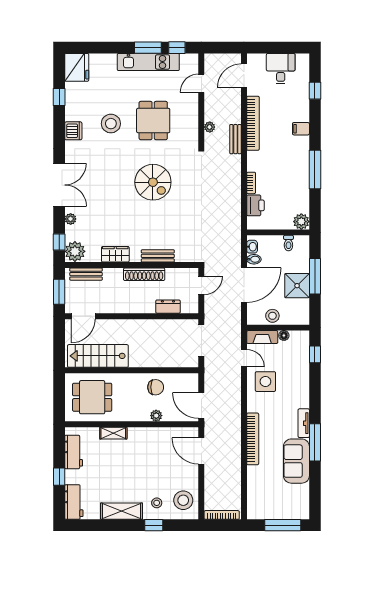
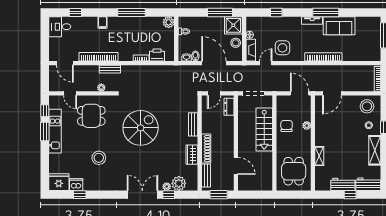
desk: (281, 69) -> (60, 27), moved
dining table: (153, 121) -> (91, 116), moved
dishwasher: (73, 131) -> (76, 185), moved
spiral stairs: (153, 182) -> (141, 128), width x1.37, depth x1.37
window: (59, 242) -> (169, 195), moved
plant: (75, 251) -> (179, 183), moved
shoe rack: (144, 274) -> (206, 149), moved
window: (315, 276) -> (220, 13), moved
door: (201, 285) -> (214, 93), swing flipped
shower: (297, 286) -> (233, 25), moved
dresser: (168, 307) -> (229, 107), moved
door: (83, 316) -> (236, 166), moved
window: (315, 354) -> (276, 13), moved
stairs: (98, 356) -> (264, 130), moved
door: (201, 406) -> (300, 93), swing flipped
workbench: (74, 452) -> (343, 184), moved

